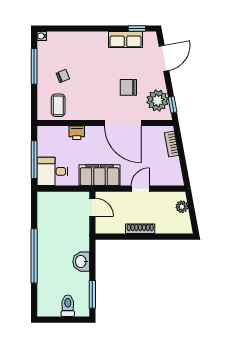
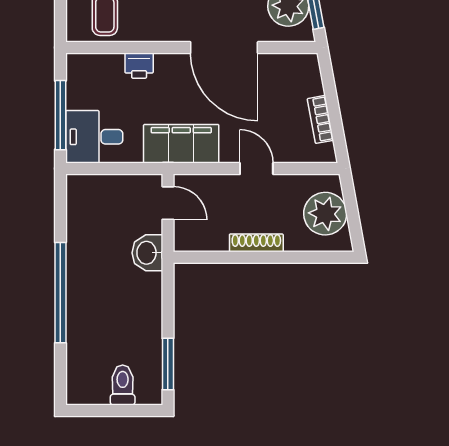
bookcase: (172, 144) -> (320, 119), moved
door: (140, 189) -> (256, 169), hinge flipped
plant: (182, 207) -> (325, 214), width x1.87, depth x1.87
washbasin: (81, 262) -> (147, 253), moved

